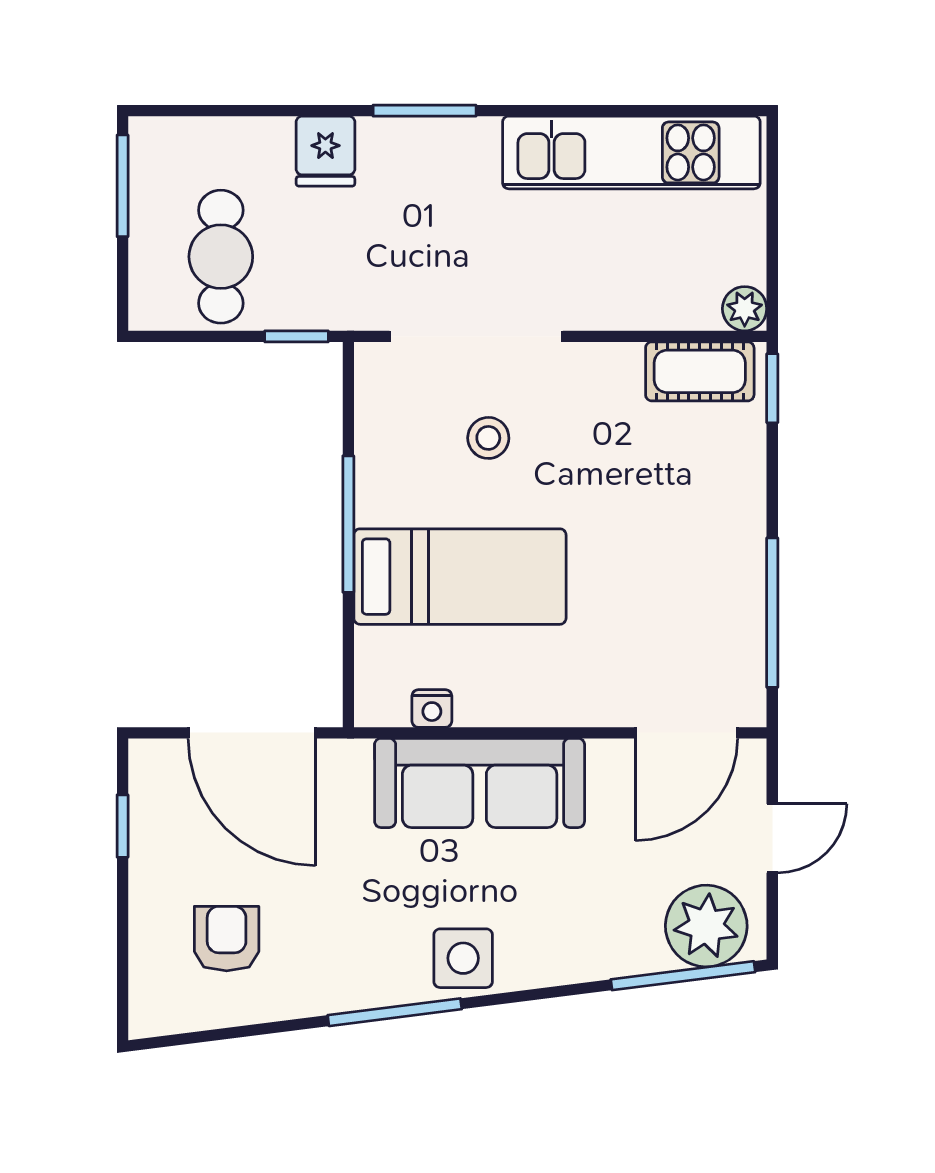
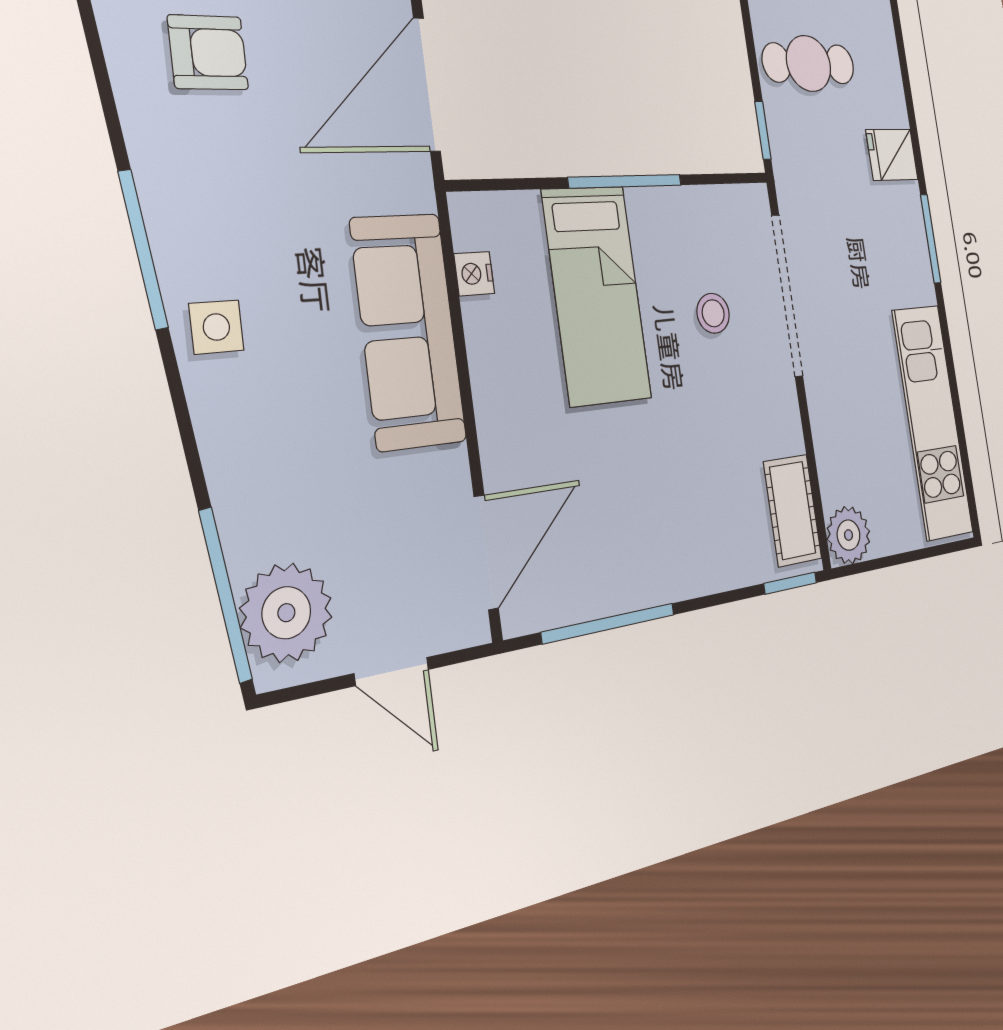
plant: (745, 309) -> (848, 535), width x1.38, depth x1.38
door: (686, 733) -> (486, 552), swing flipped
side table: (463, 958) -> (216, 327), width x0.73, depth x0.73

